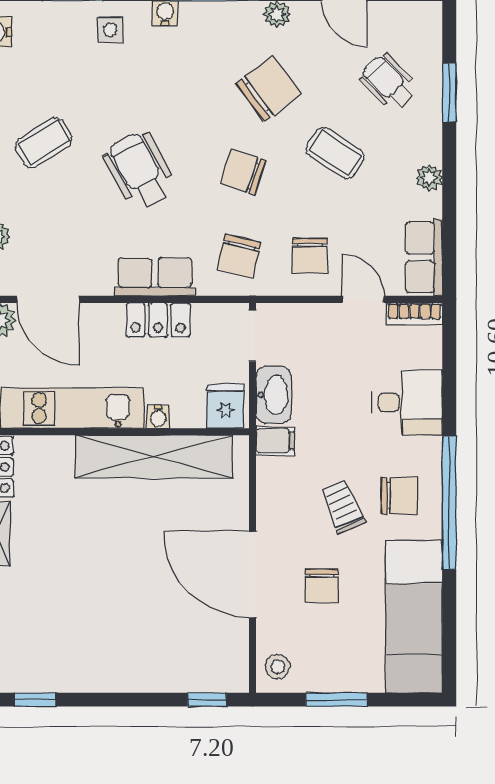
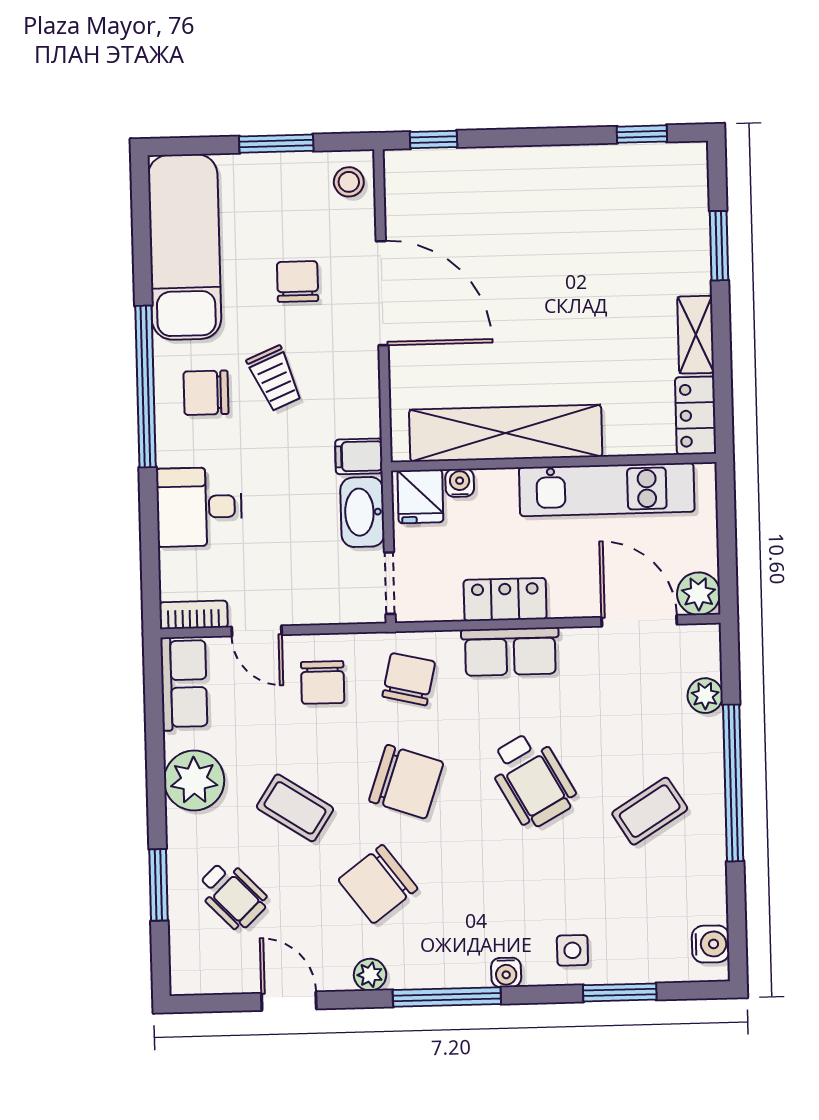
chair: (243, 172) -> (406, 782), width x1.37, depth x1.37
plant: (429, 178) -> (194, 780), width x1.87, depth x1.87
chair: (310, 256) -> (323, 682), turned 180
water cooler: (158, 417) -> (460, 483), moved

